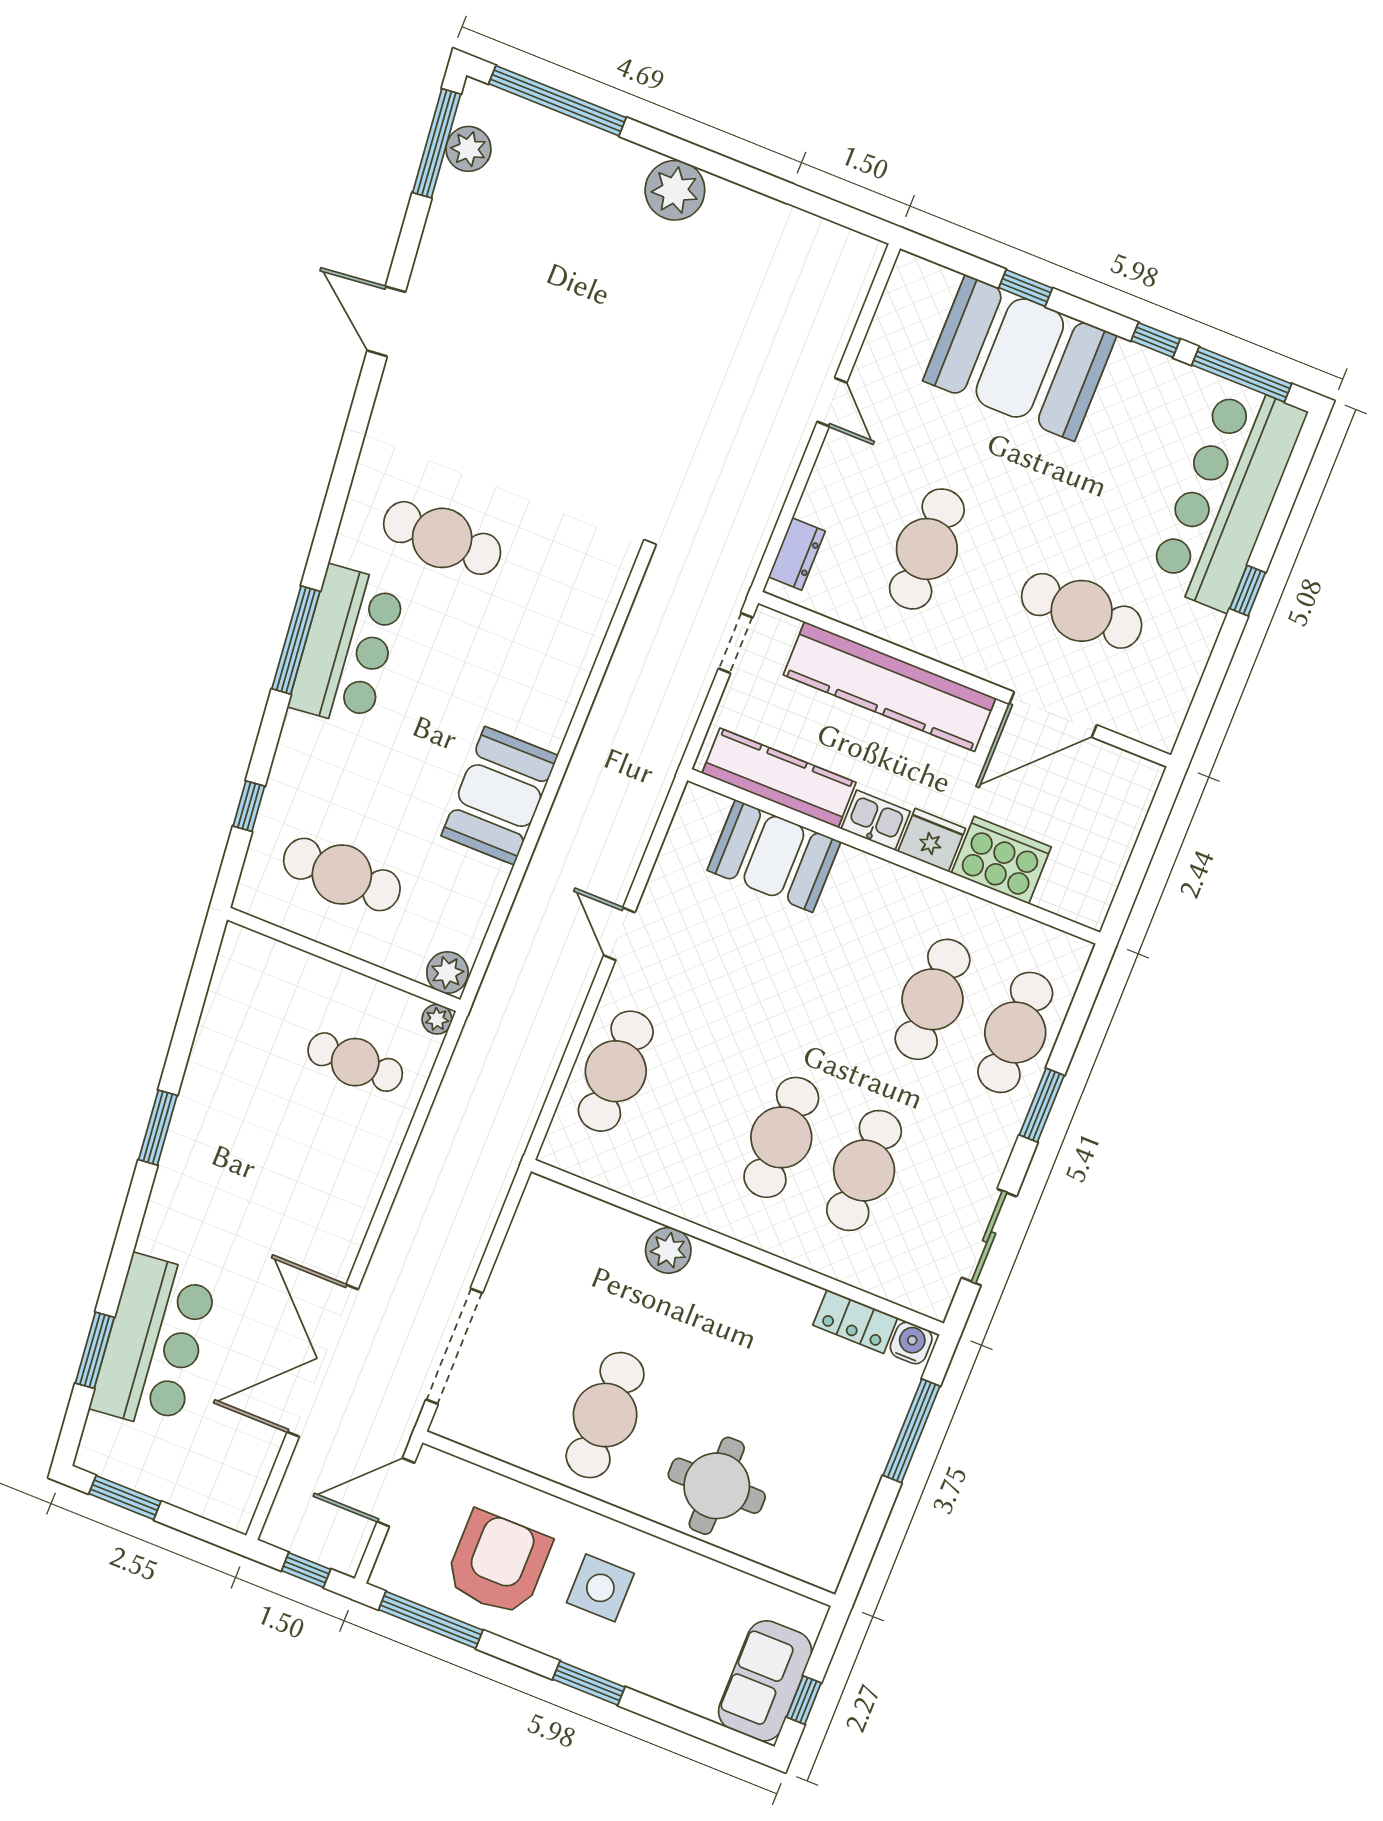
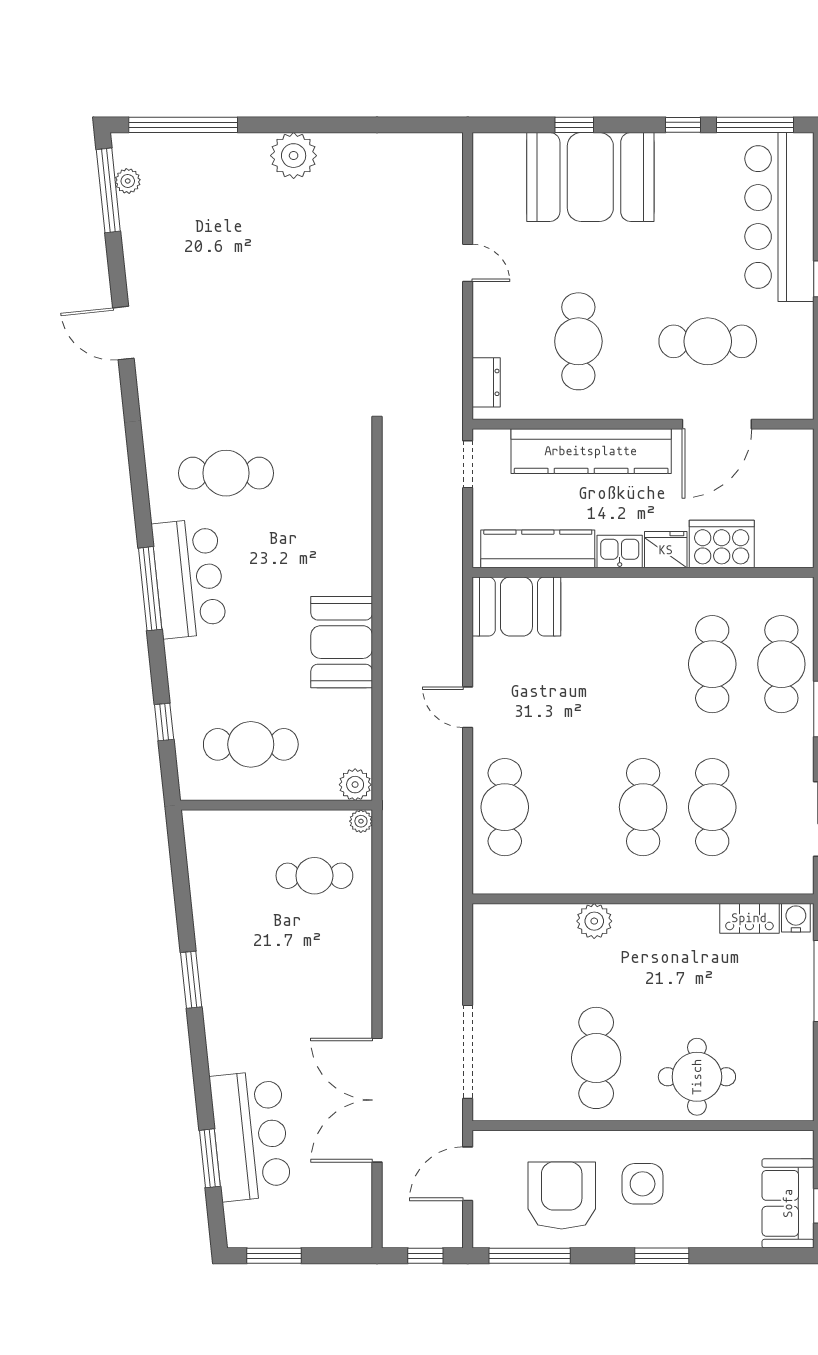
plant: (468, 149) -> (128, 181), width x0.73, depth x0.73
booth: (774, 856) -> (516, 607), moved

